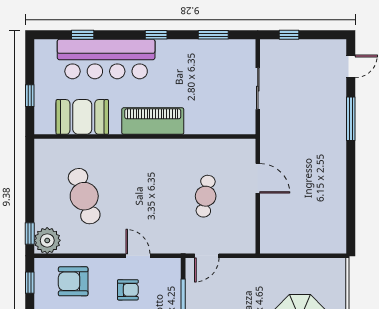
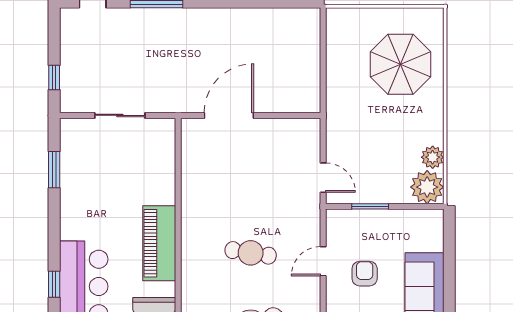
window: (156, 35) -> (54, 284), moved
door: (258, 178) -> (229, 115), width x1.36
cafe table: (206, 196) -> (251, 253), moved

